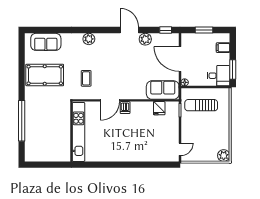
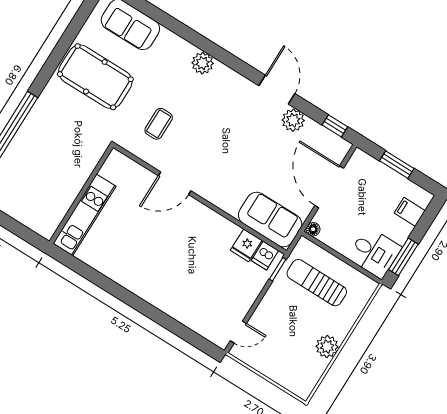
dishwasher: (125, 108) -> (265, 256), moved
kitchen unit: (78, 132) -> (84, 215), width x0.73
plant: (224, 156) -> (327, 347), moved

